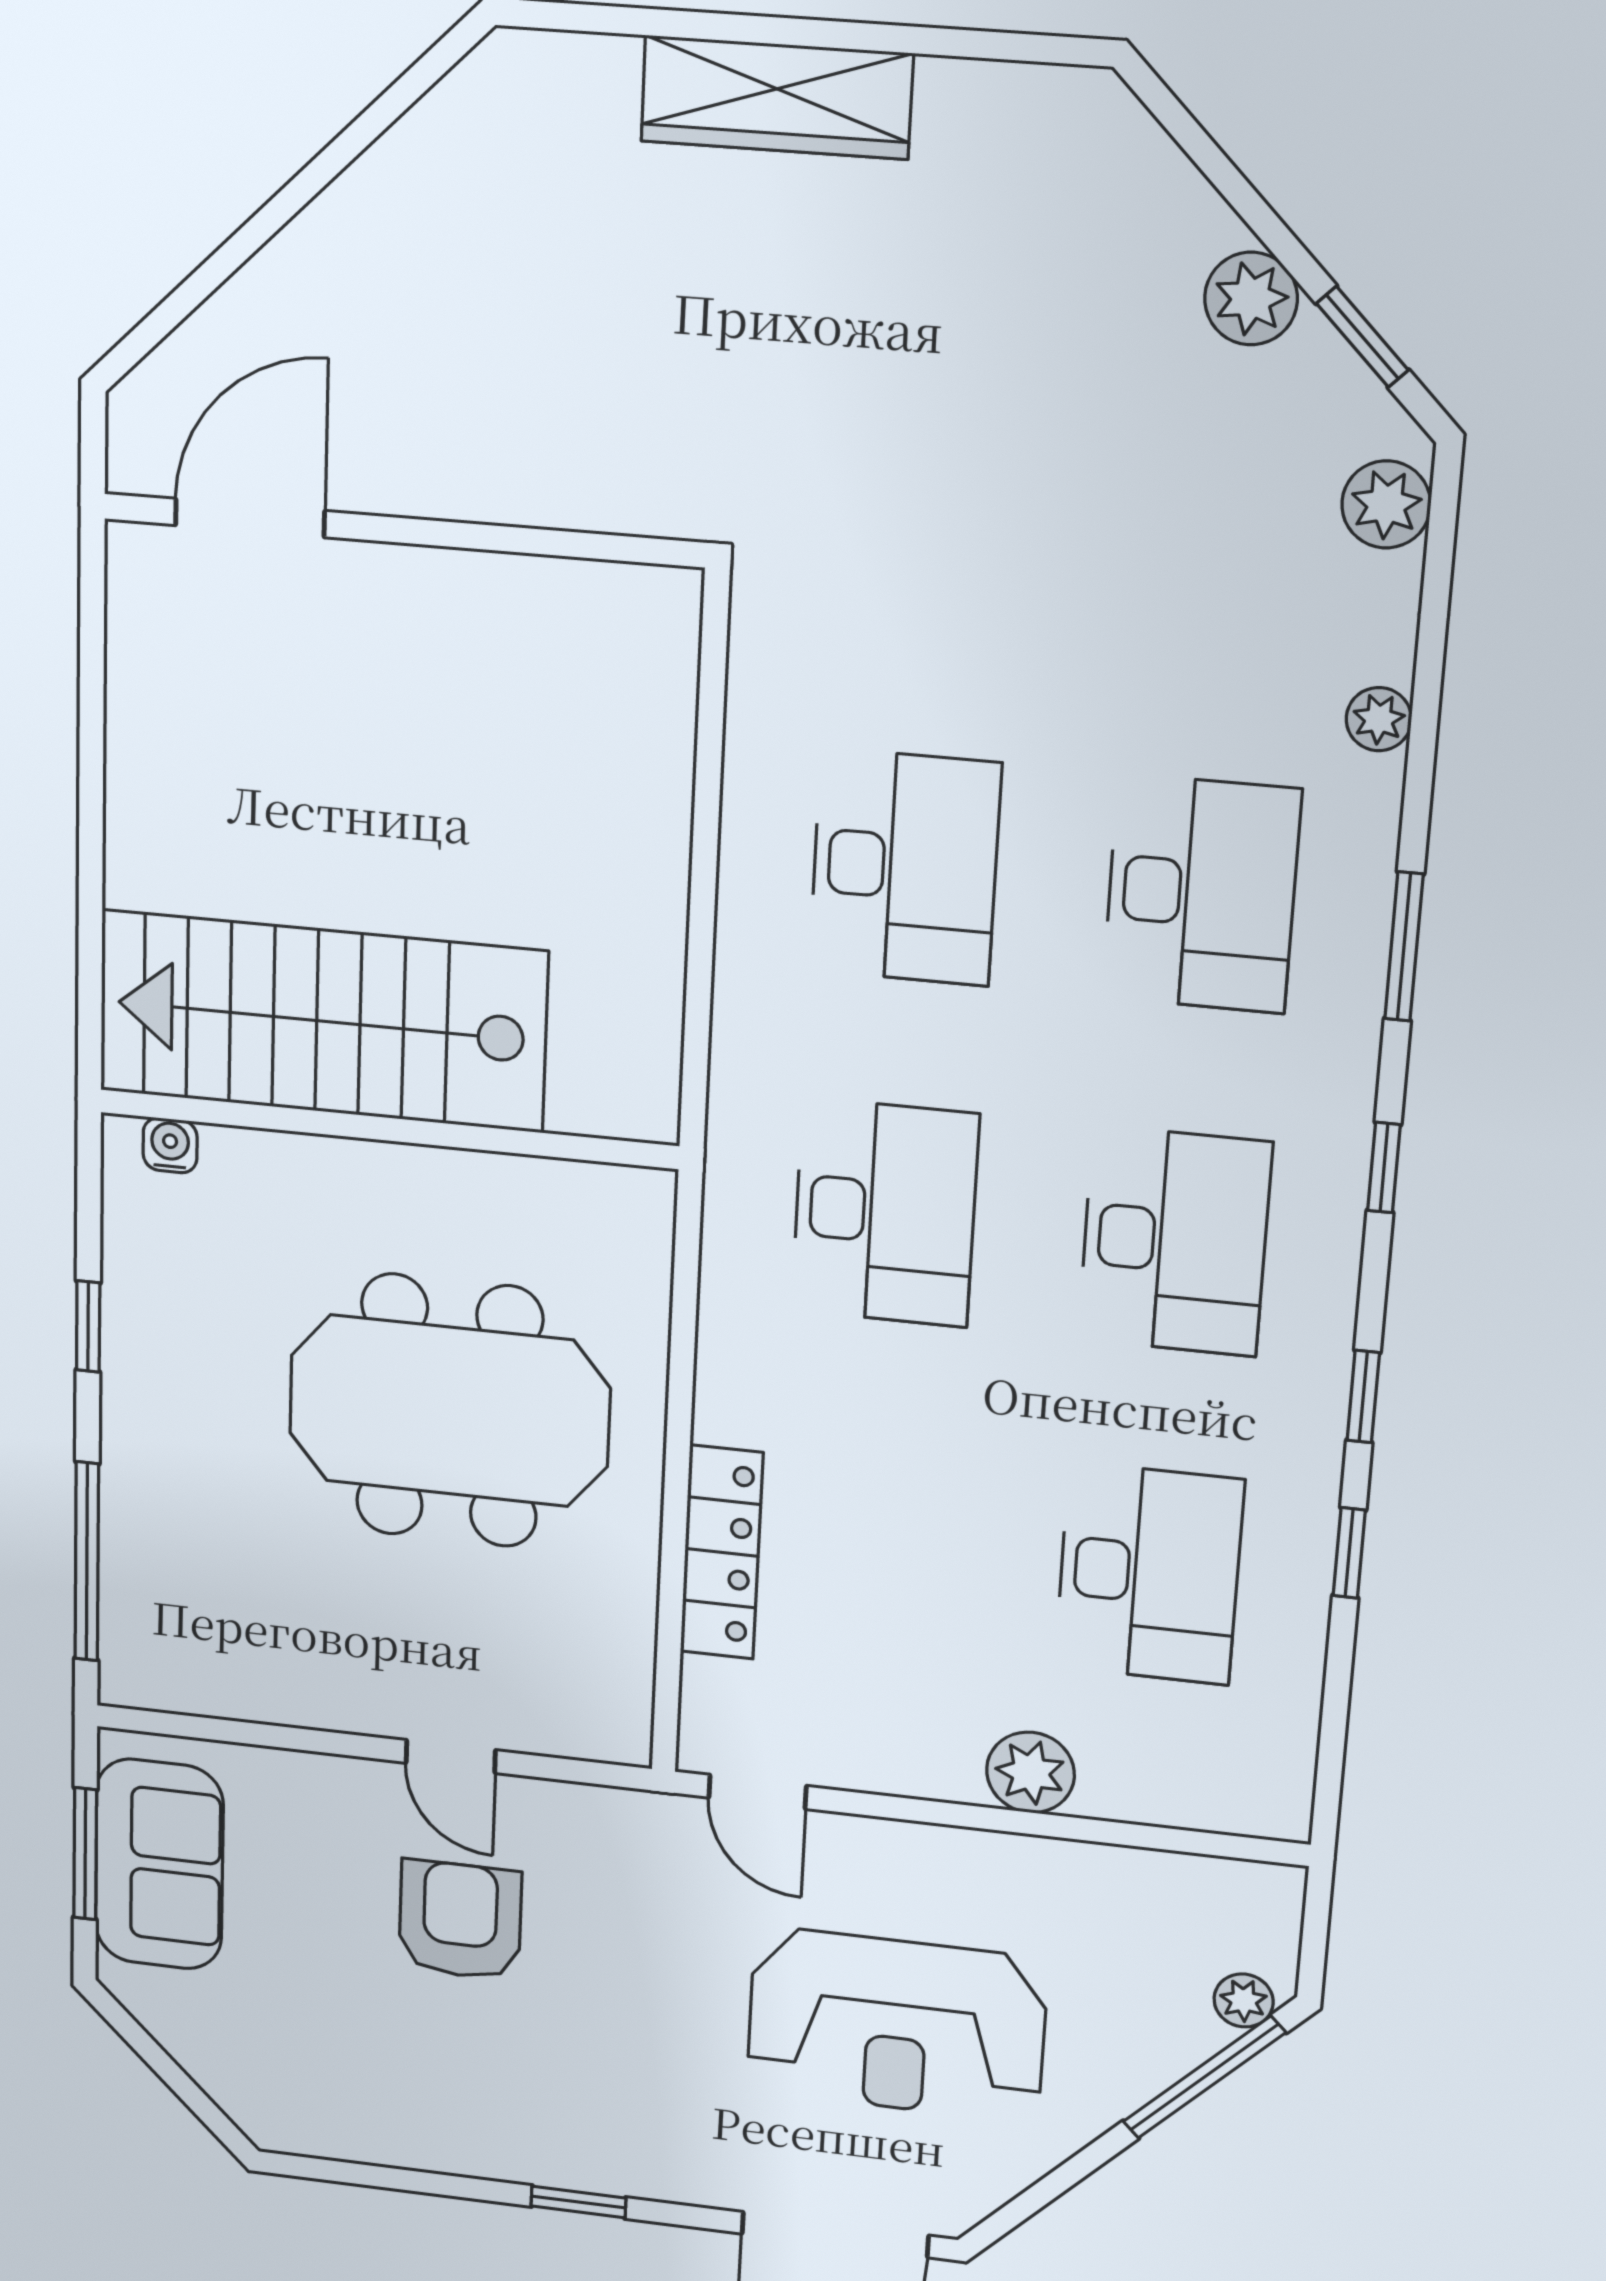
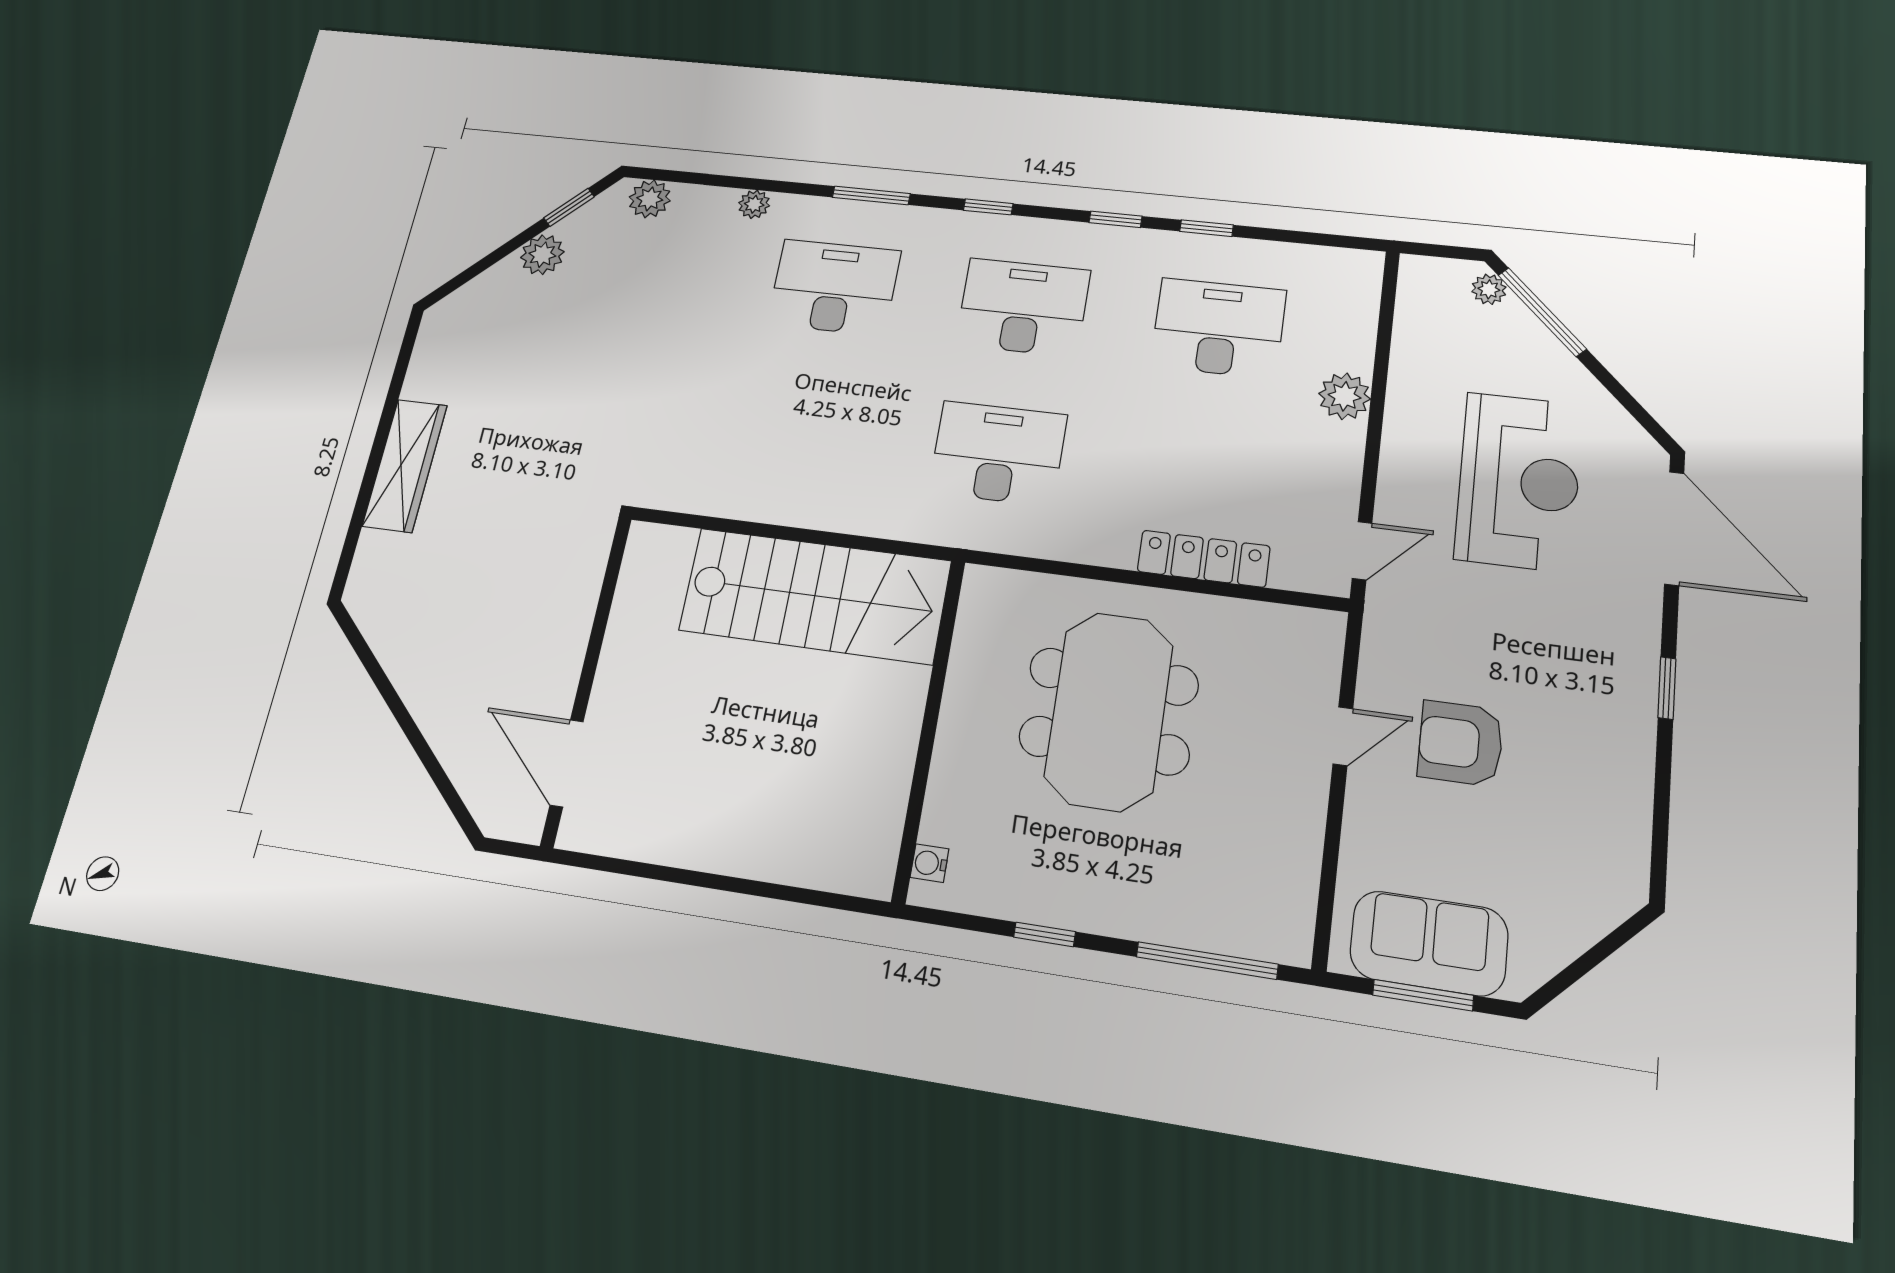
desk: (905, 867) -> (804, 430), removed
stairs: (322, 1021) -> (815, 596), moved, turned -90

